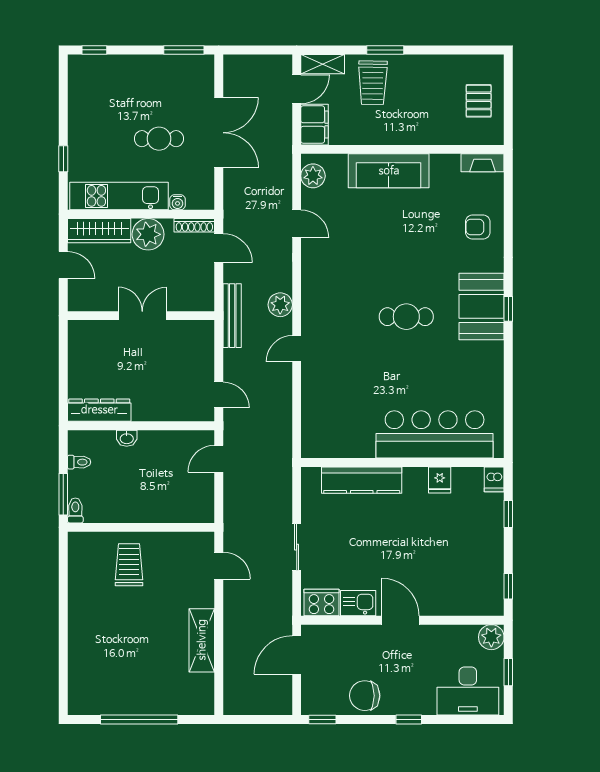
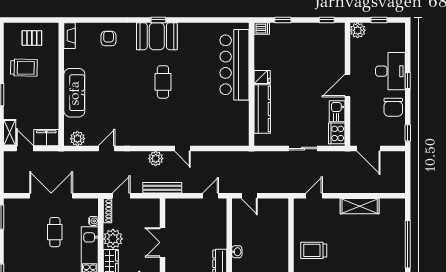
trolley: (373, 83) -> (24, 68), moved
armchair: (478, 227) -> (109, 38), turned 180
fridge: (440, 480) -> (262, 77), moved
desk: (468, 691) -> (390, 71), moved

